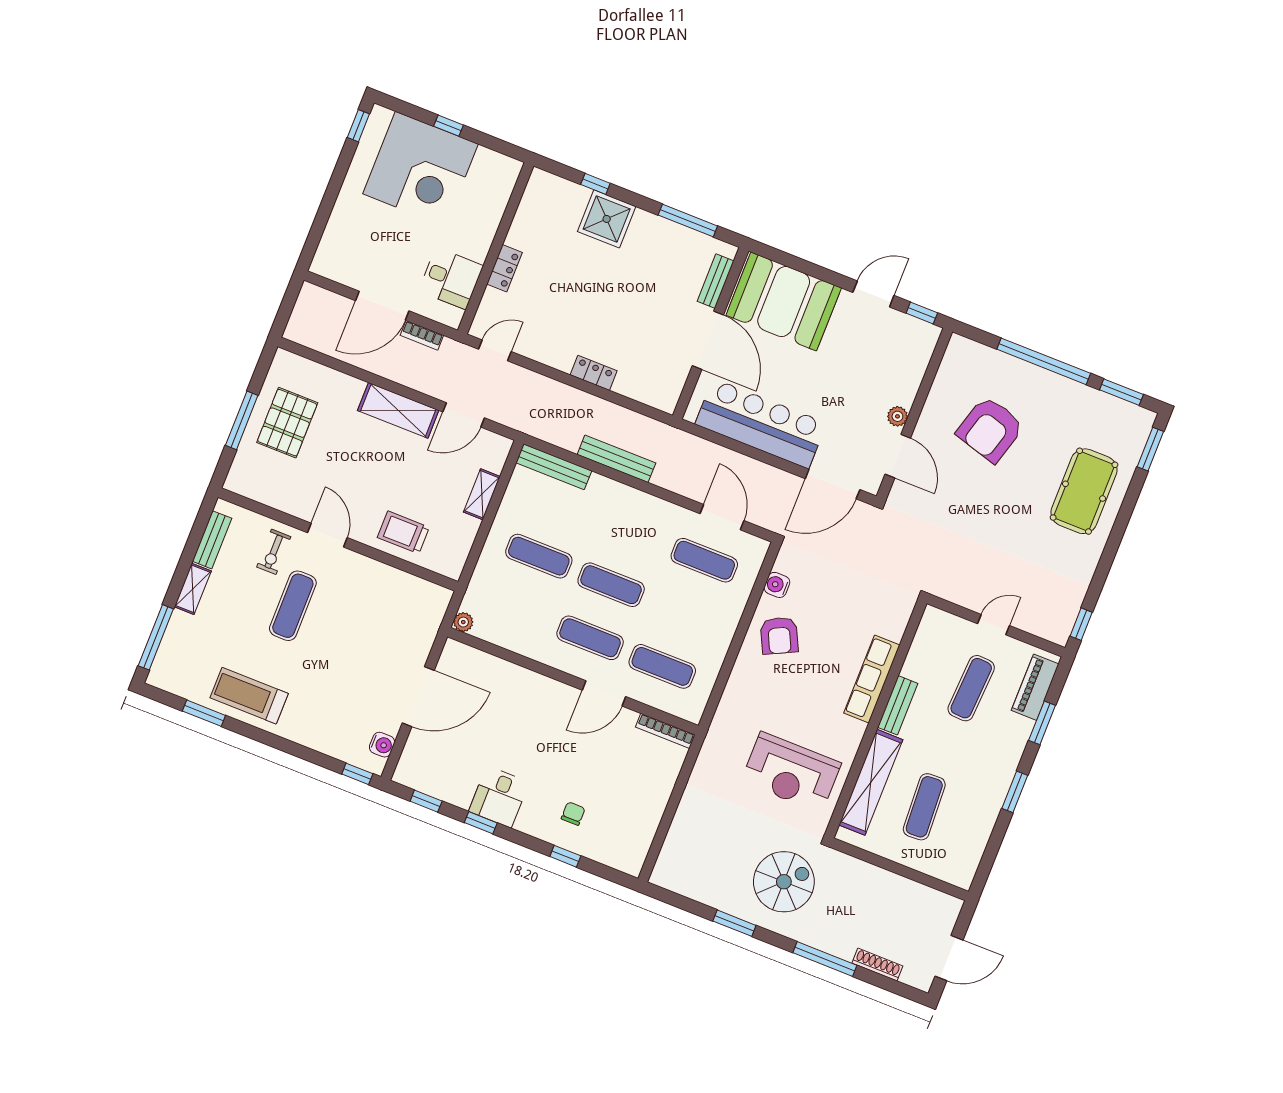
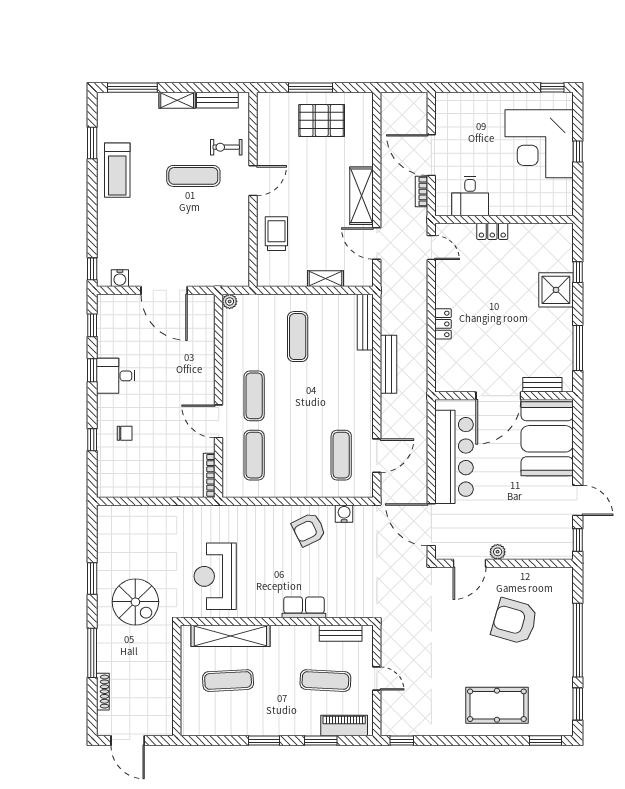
exercise mat: (611, 585) -> (298, 396), removed
row of seats: (872, 679) -> (304, 607), width x0.68
treadmill: (249, 696) -> (117, 170), turned 180
bench: (898, 705) -> (341, 633), moved

